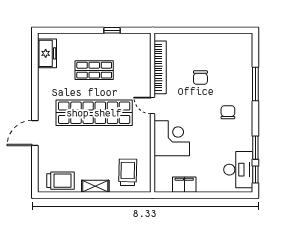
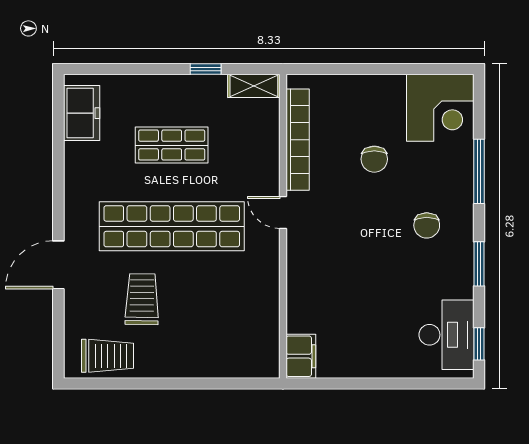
chair: (228, 112) -> (427, 225), turned 180
corner desk: (172, 138) -> (440, 108), moved, turned 90
window: (255, 148) -> (479, 264), moved
trolley: (128, 172) -> (142, 299), moved
filing cabinet: (184, 185) -> (301, 356), moved, turned 90
shelving: (95, 186) -> (254, 86), moved

